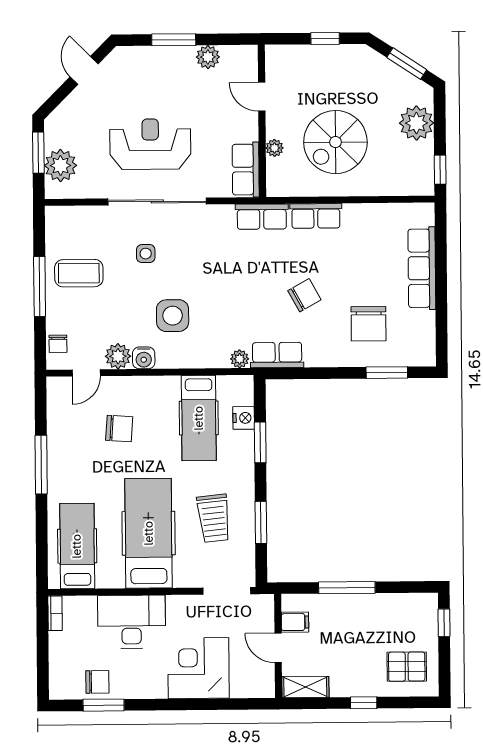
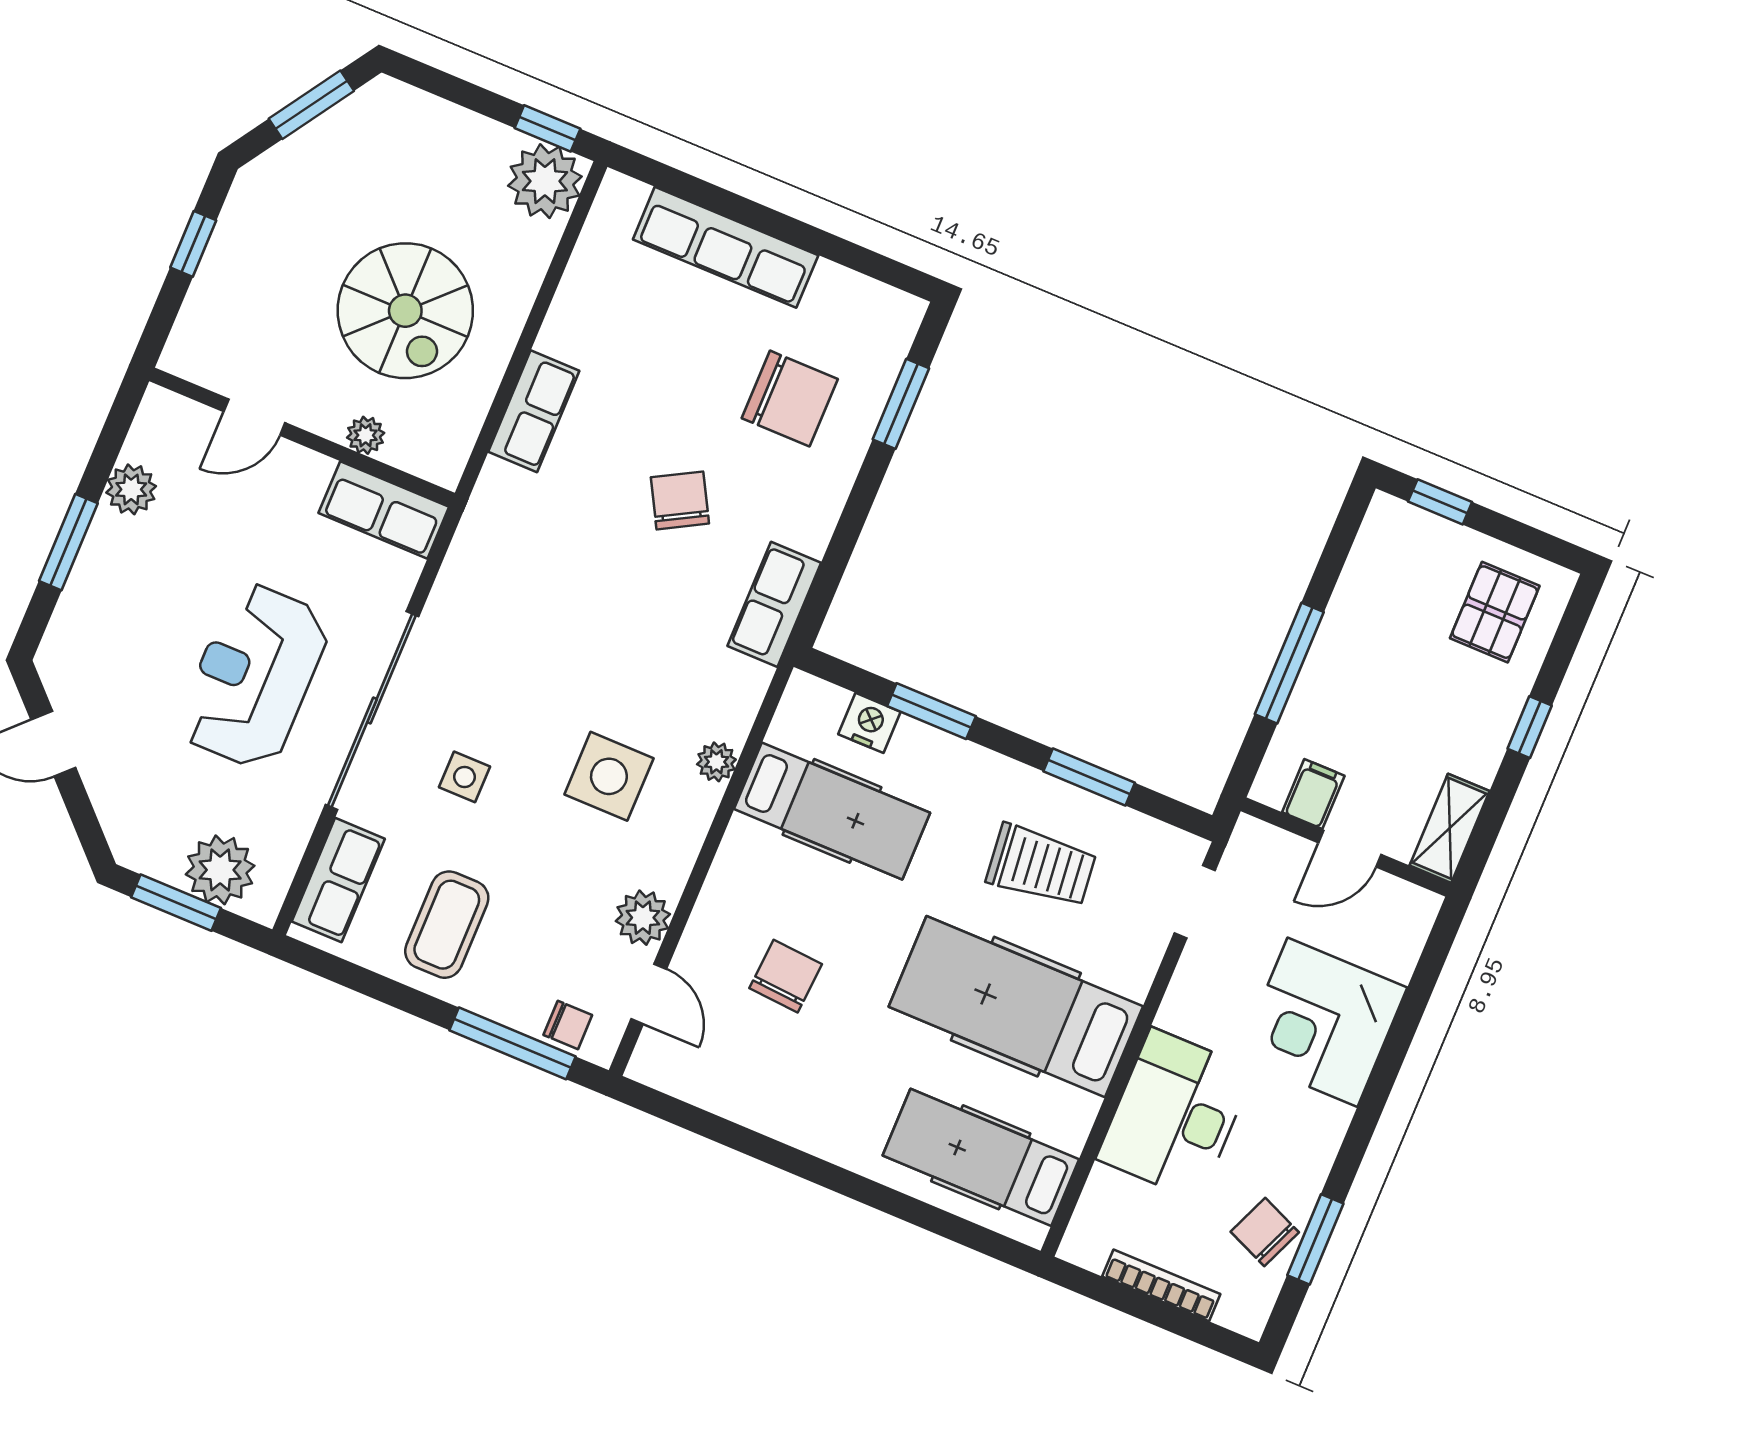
plant: (416, 123) -> (545, 181), moved
row of seats: (262, 217) -> (338, 880), moved
window: (40, 286) -> (513, 1043), moved
water cooler: (144, 358) -> (668, 869), removed
plant: (240, 359) -> (716, 762), moved
window: (41, 465) -> (791, 1160), removed
doorway: (227, 591) -> (1195, 902), width x0.73
bookcase: (55, 613) -> (1161, 1285), moved, width x1.56
chair: (97, 682) -> (1265, 1232), turned -67

